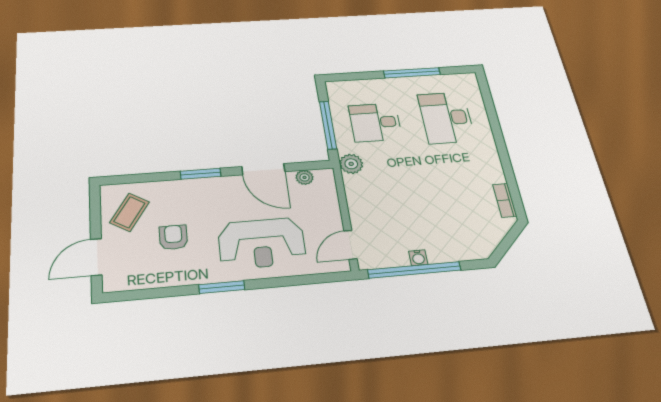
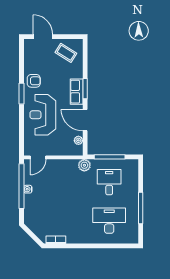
door: (263, 169) -> (85, 120), hinge flipped
row of seats: (208, 188) -> (77, 92), added
armchair: (173, 237) -> (34, 81), moved
door: (350, 245) -> (38, 157), swing flipped

